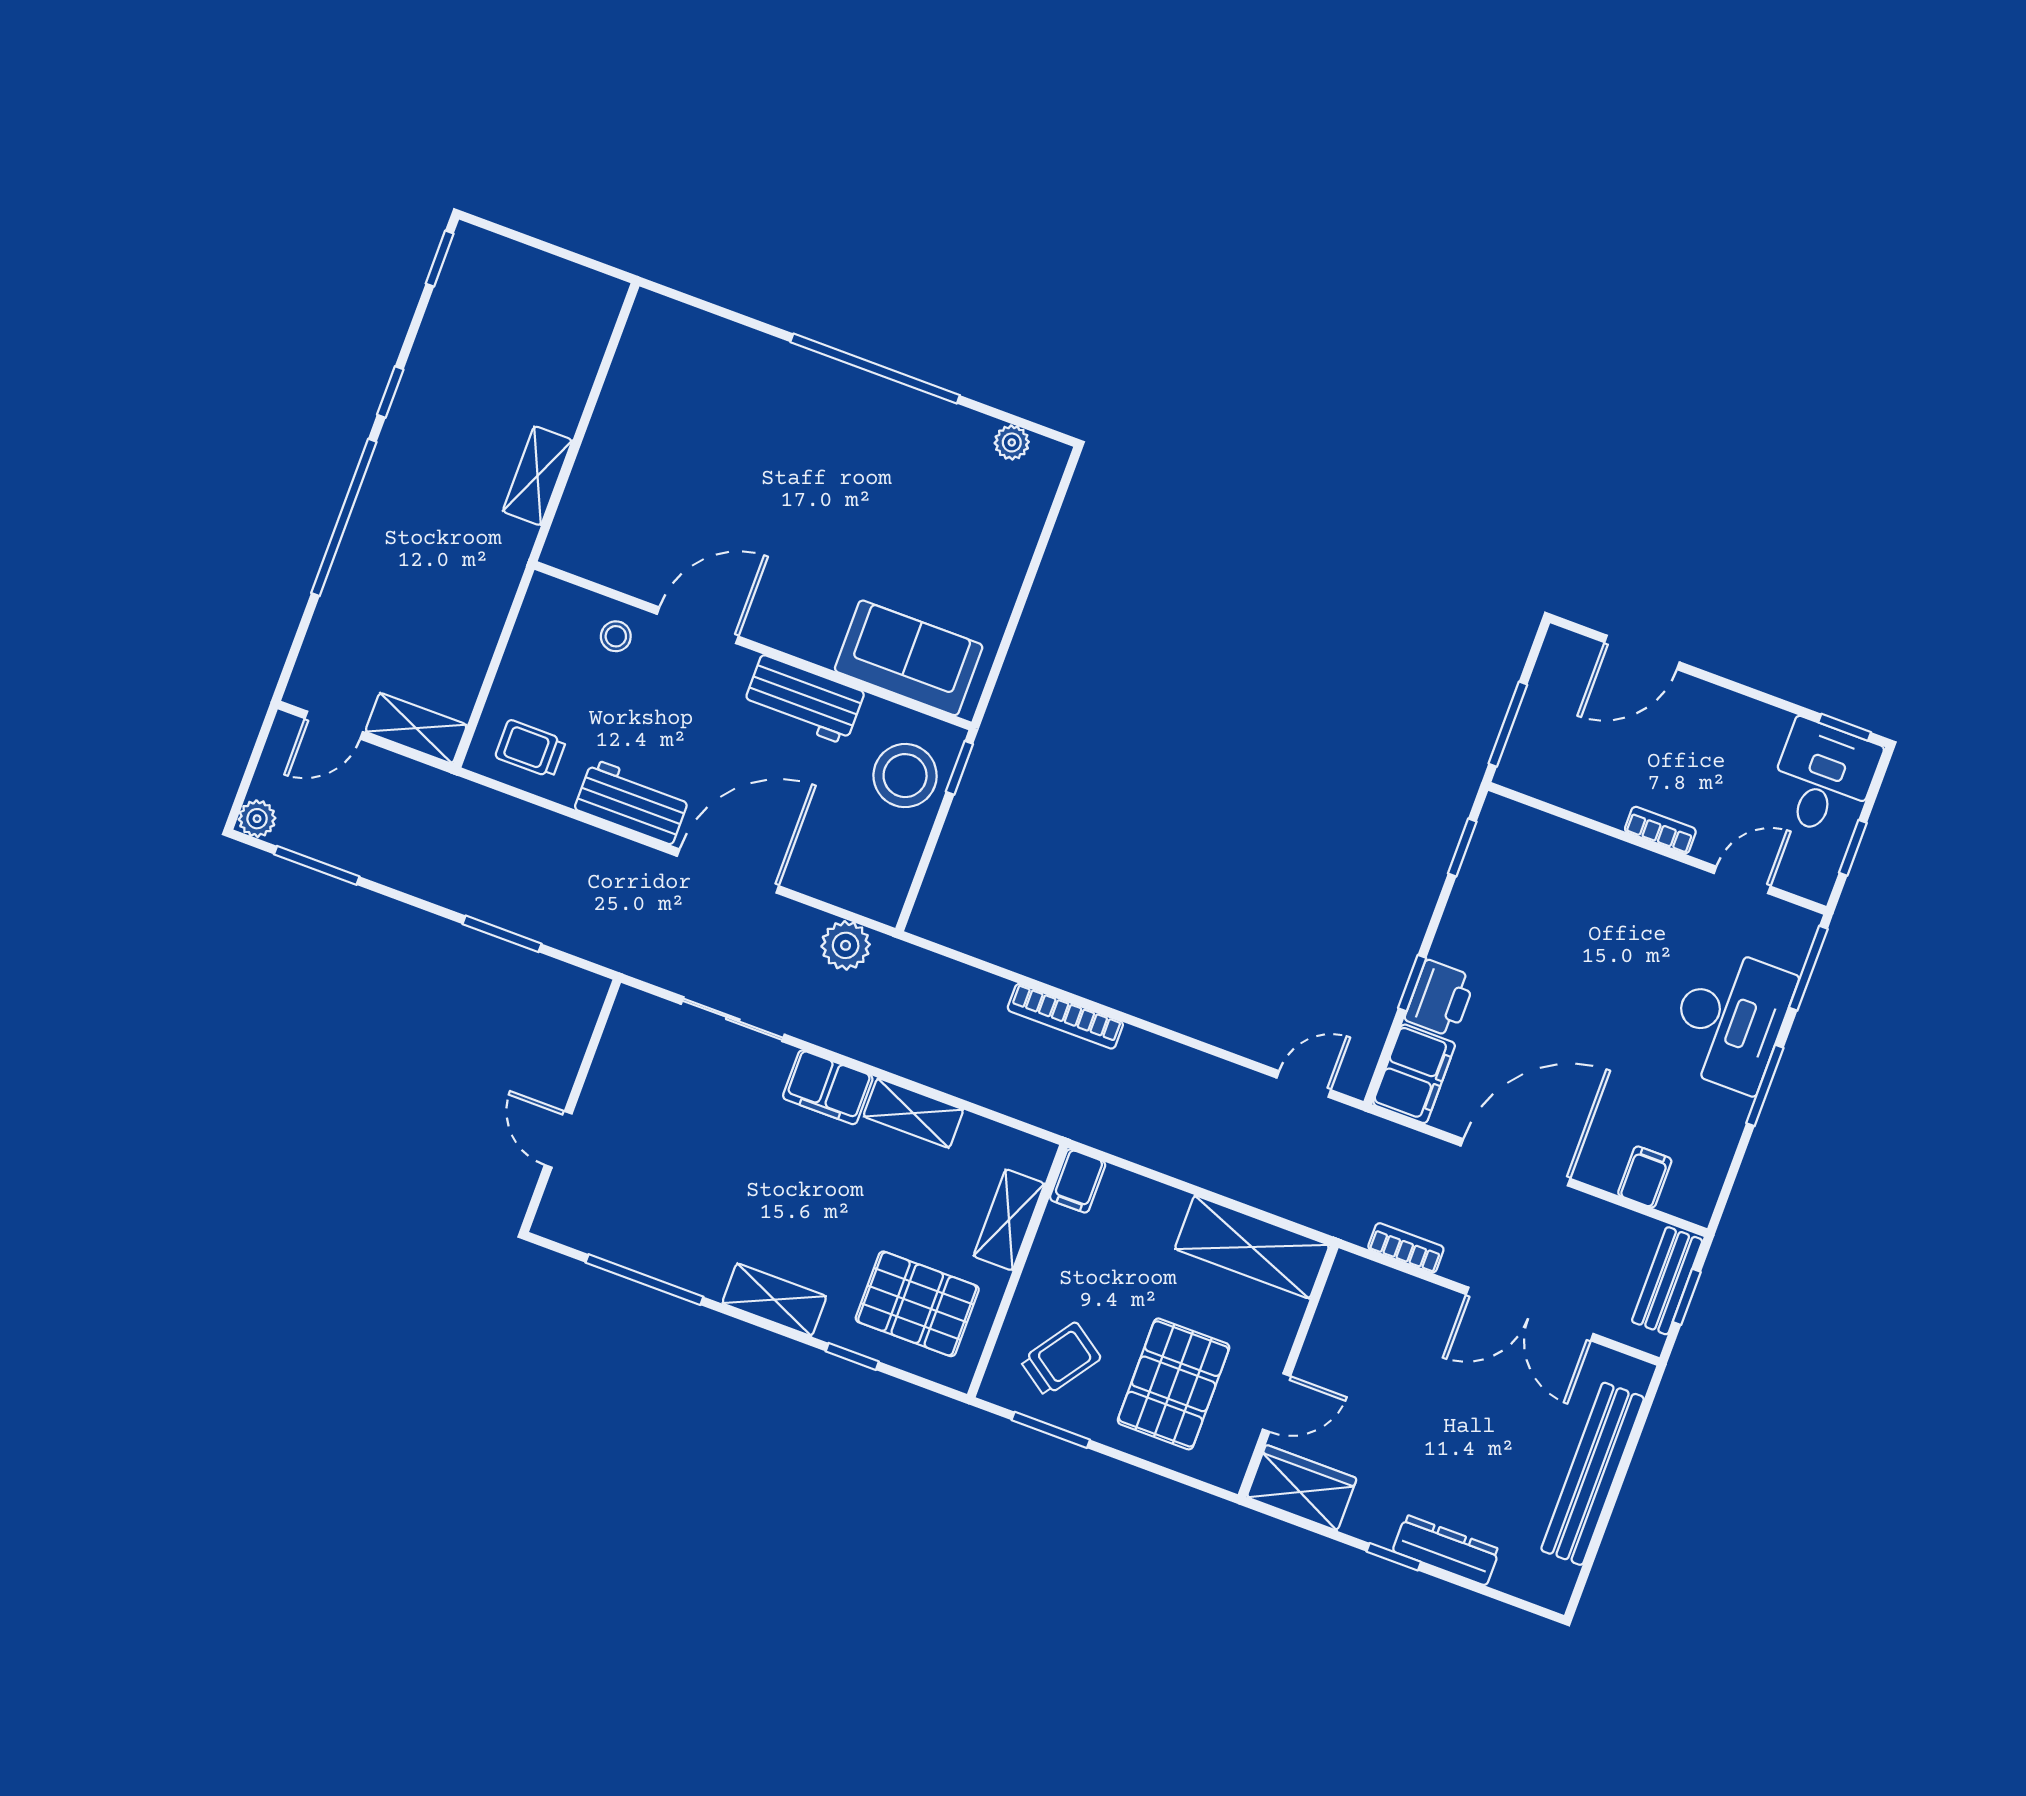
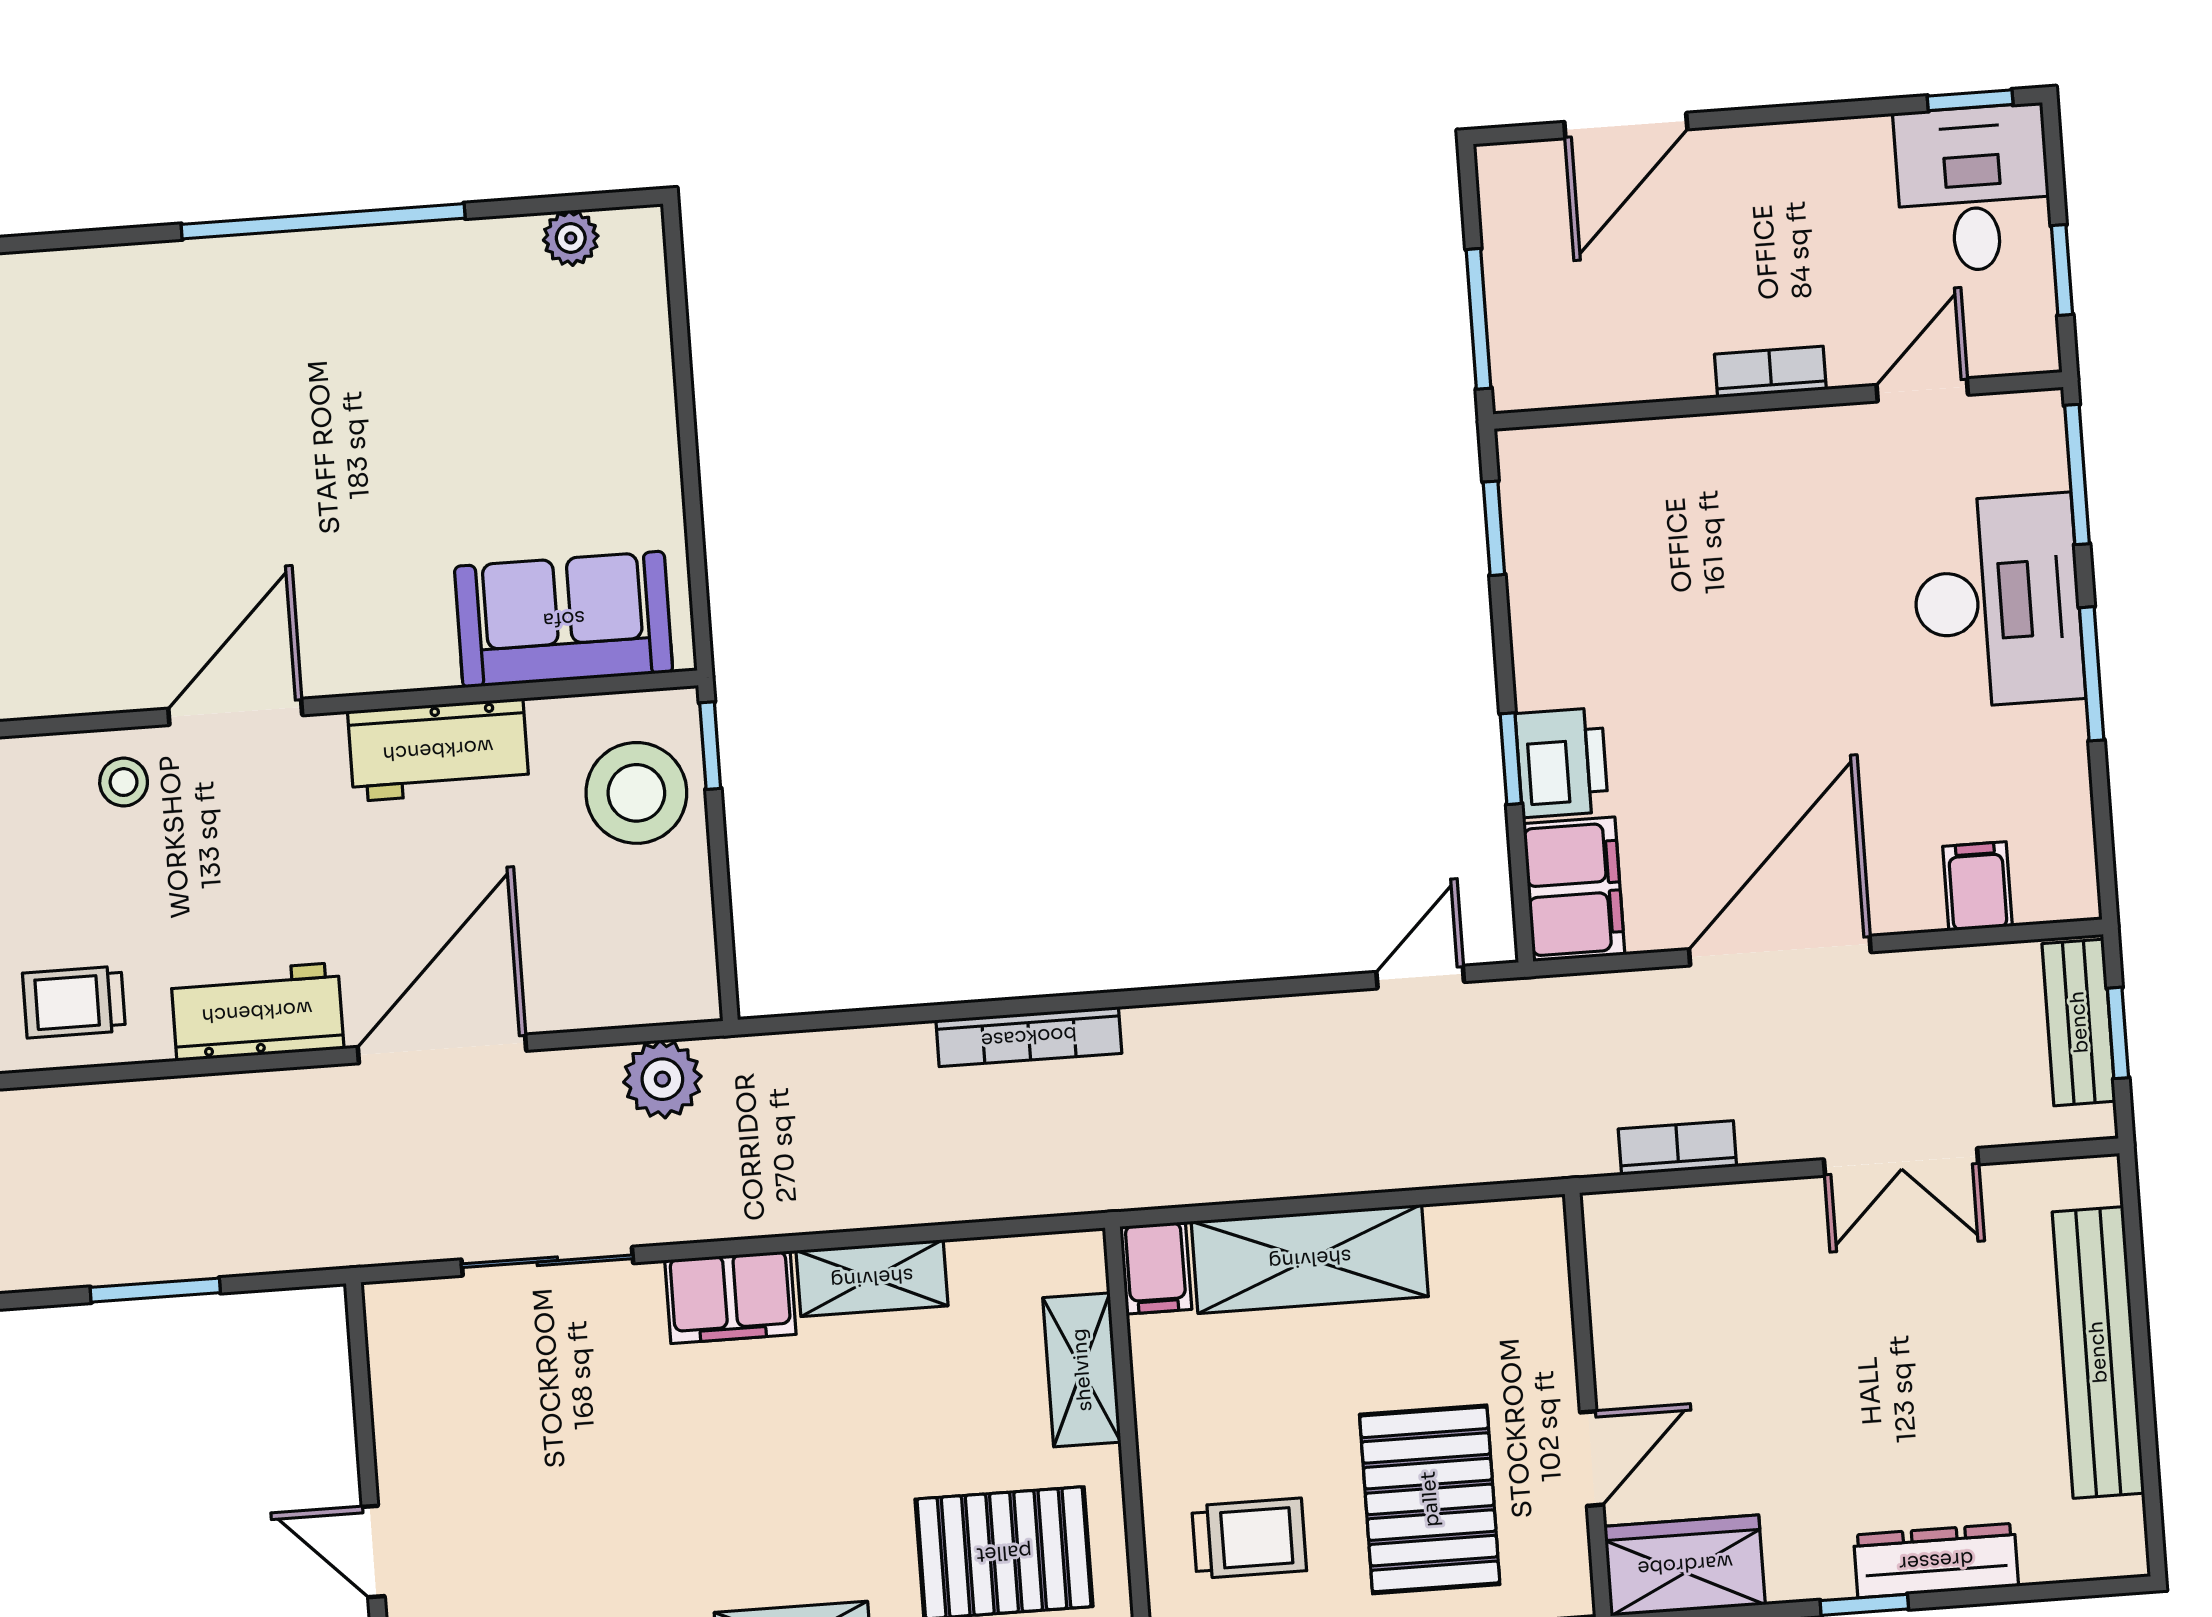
shelving: (1252, 1247) -> (1310, 1259), moved
double door: (1530, 1314) -> (1901, 1162), width x0.73
trolley: (1061, 1359) -> (1249, 1538), turned 55

